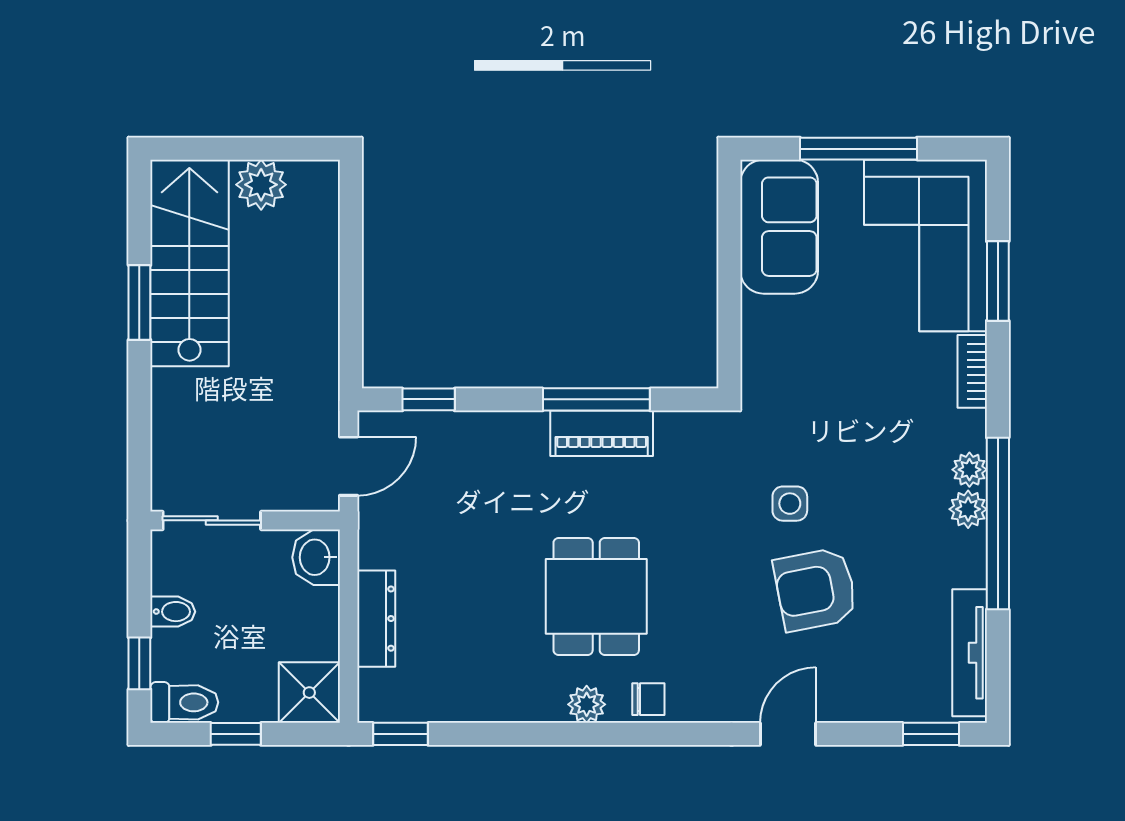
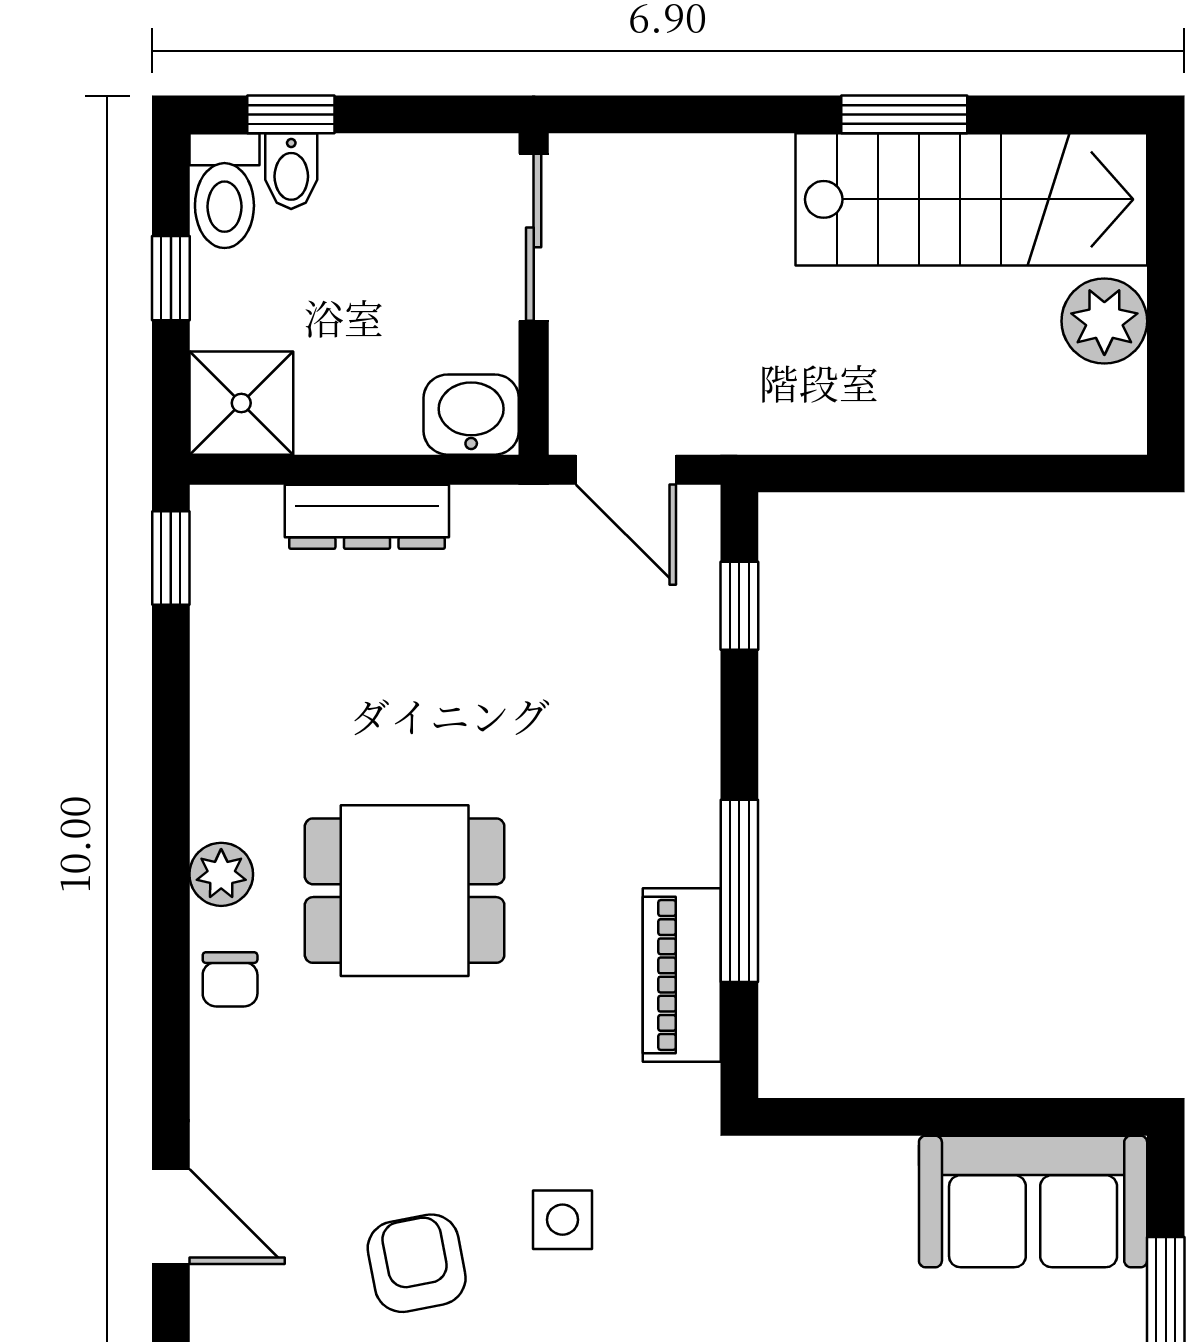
piano: (602, 433) -> (682, 975), moved
armchair: (815, 589) -> (417, 1263), width x0.72, depth x0.72
bidet: (173, 612) -> (291, 171), moved

